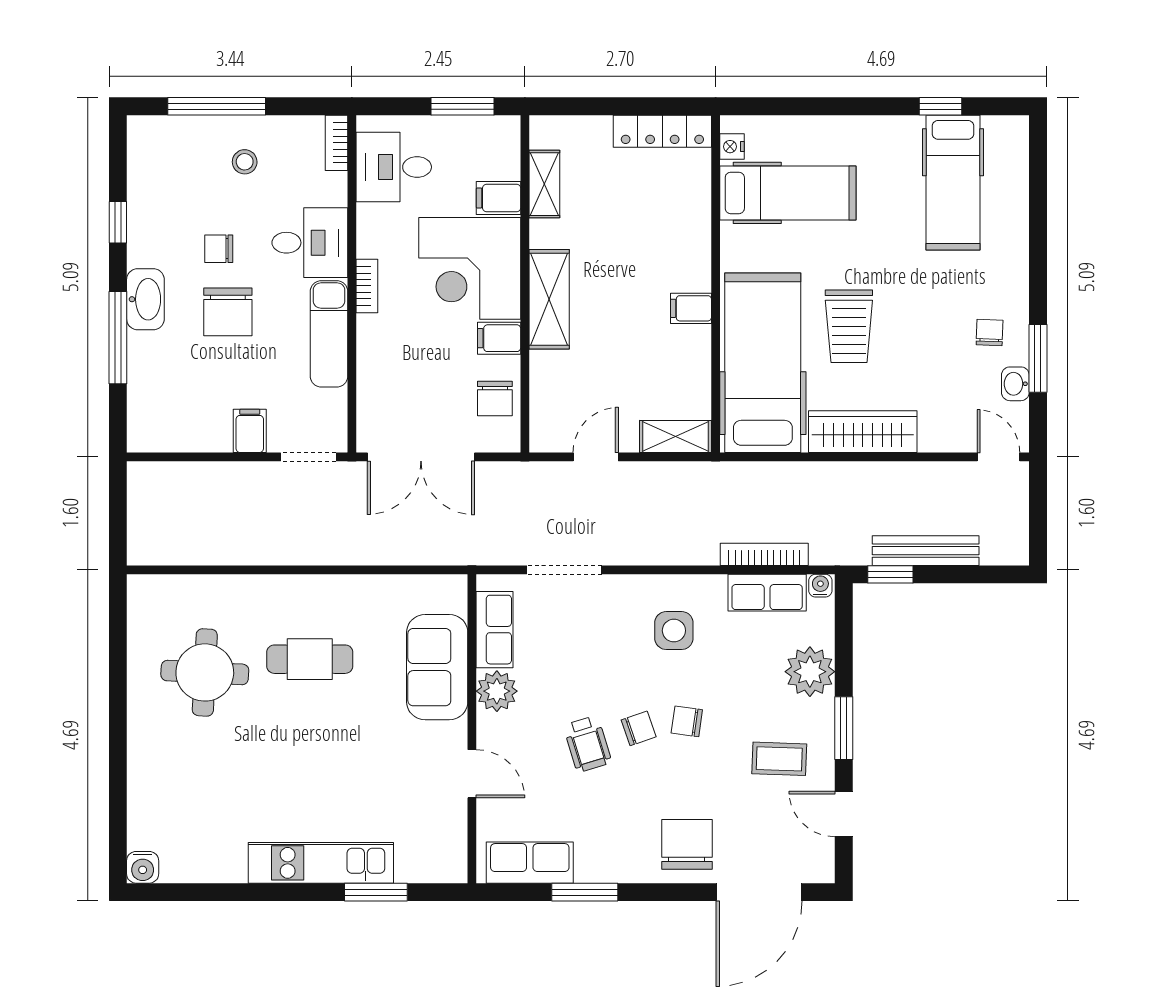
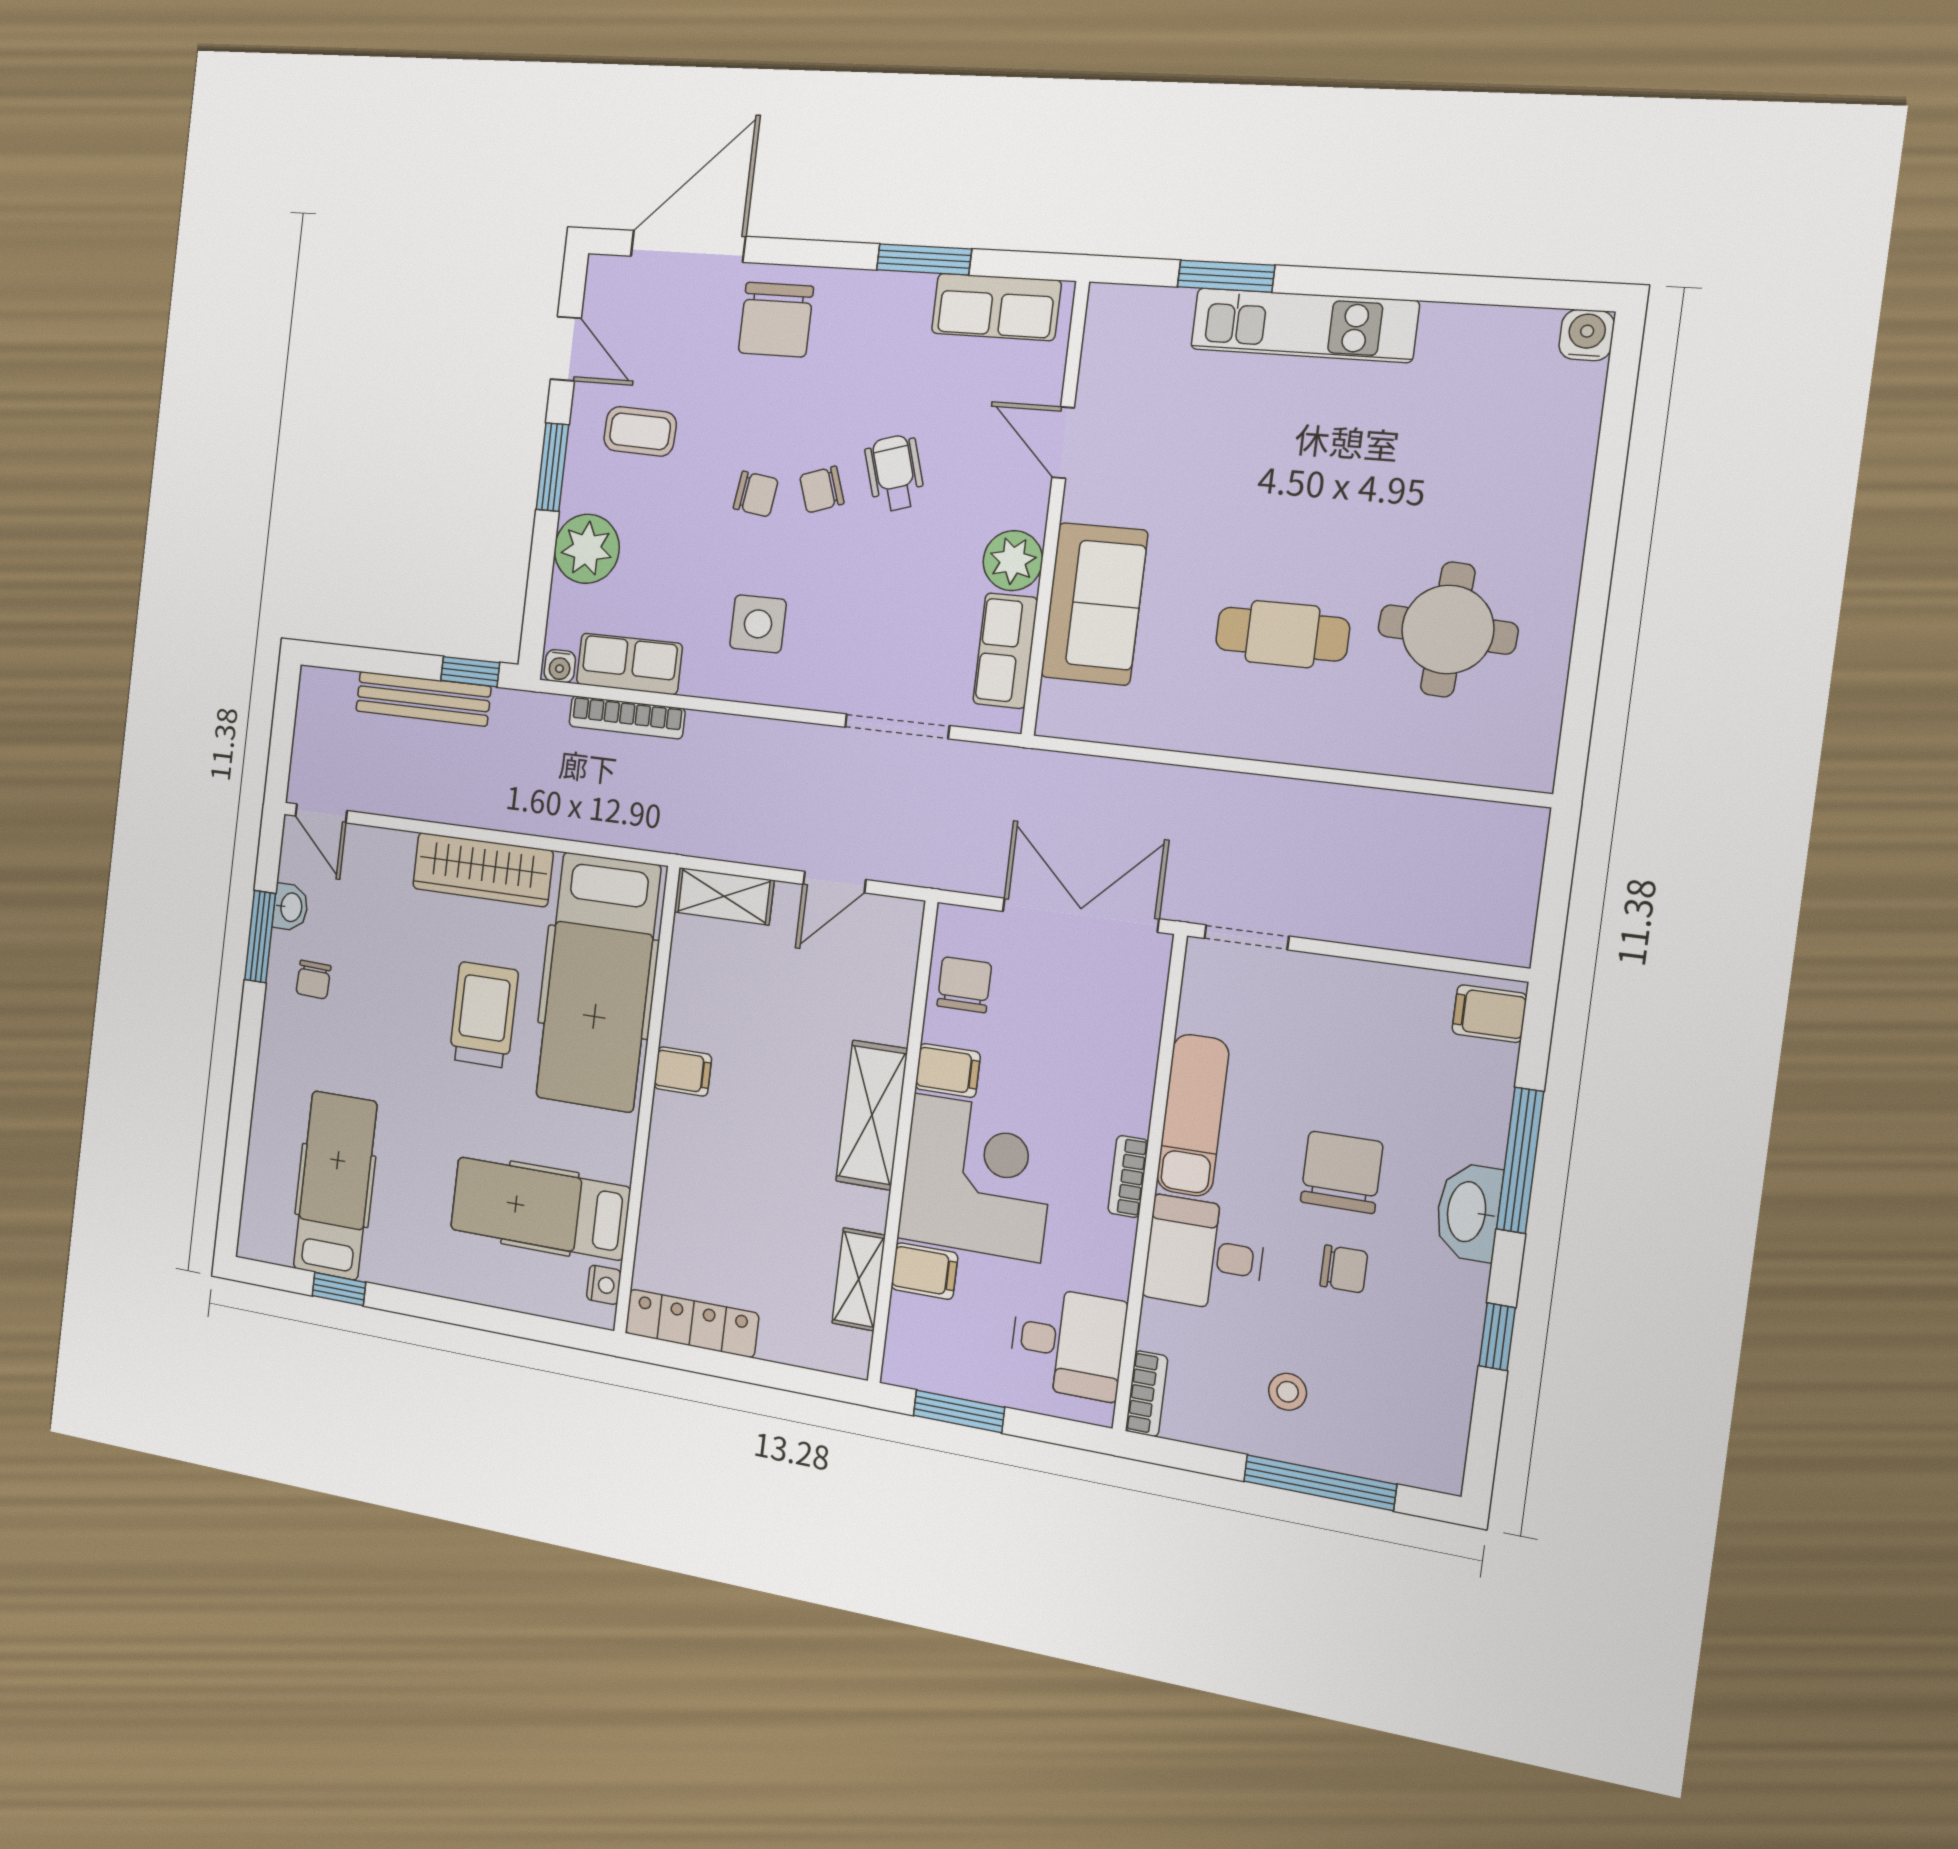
filing cabinet: (250, 431) -> (1489, 1014), moved, turned 90

